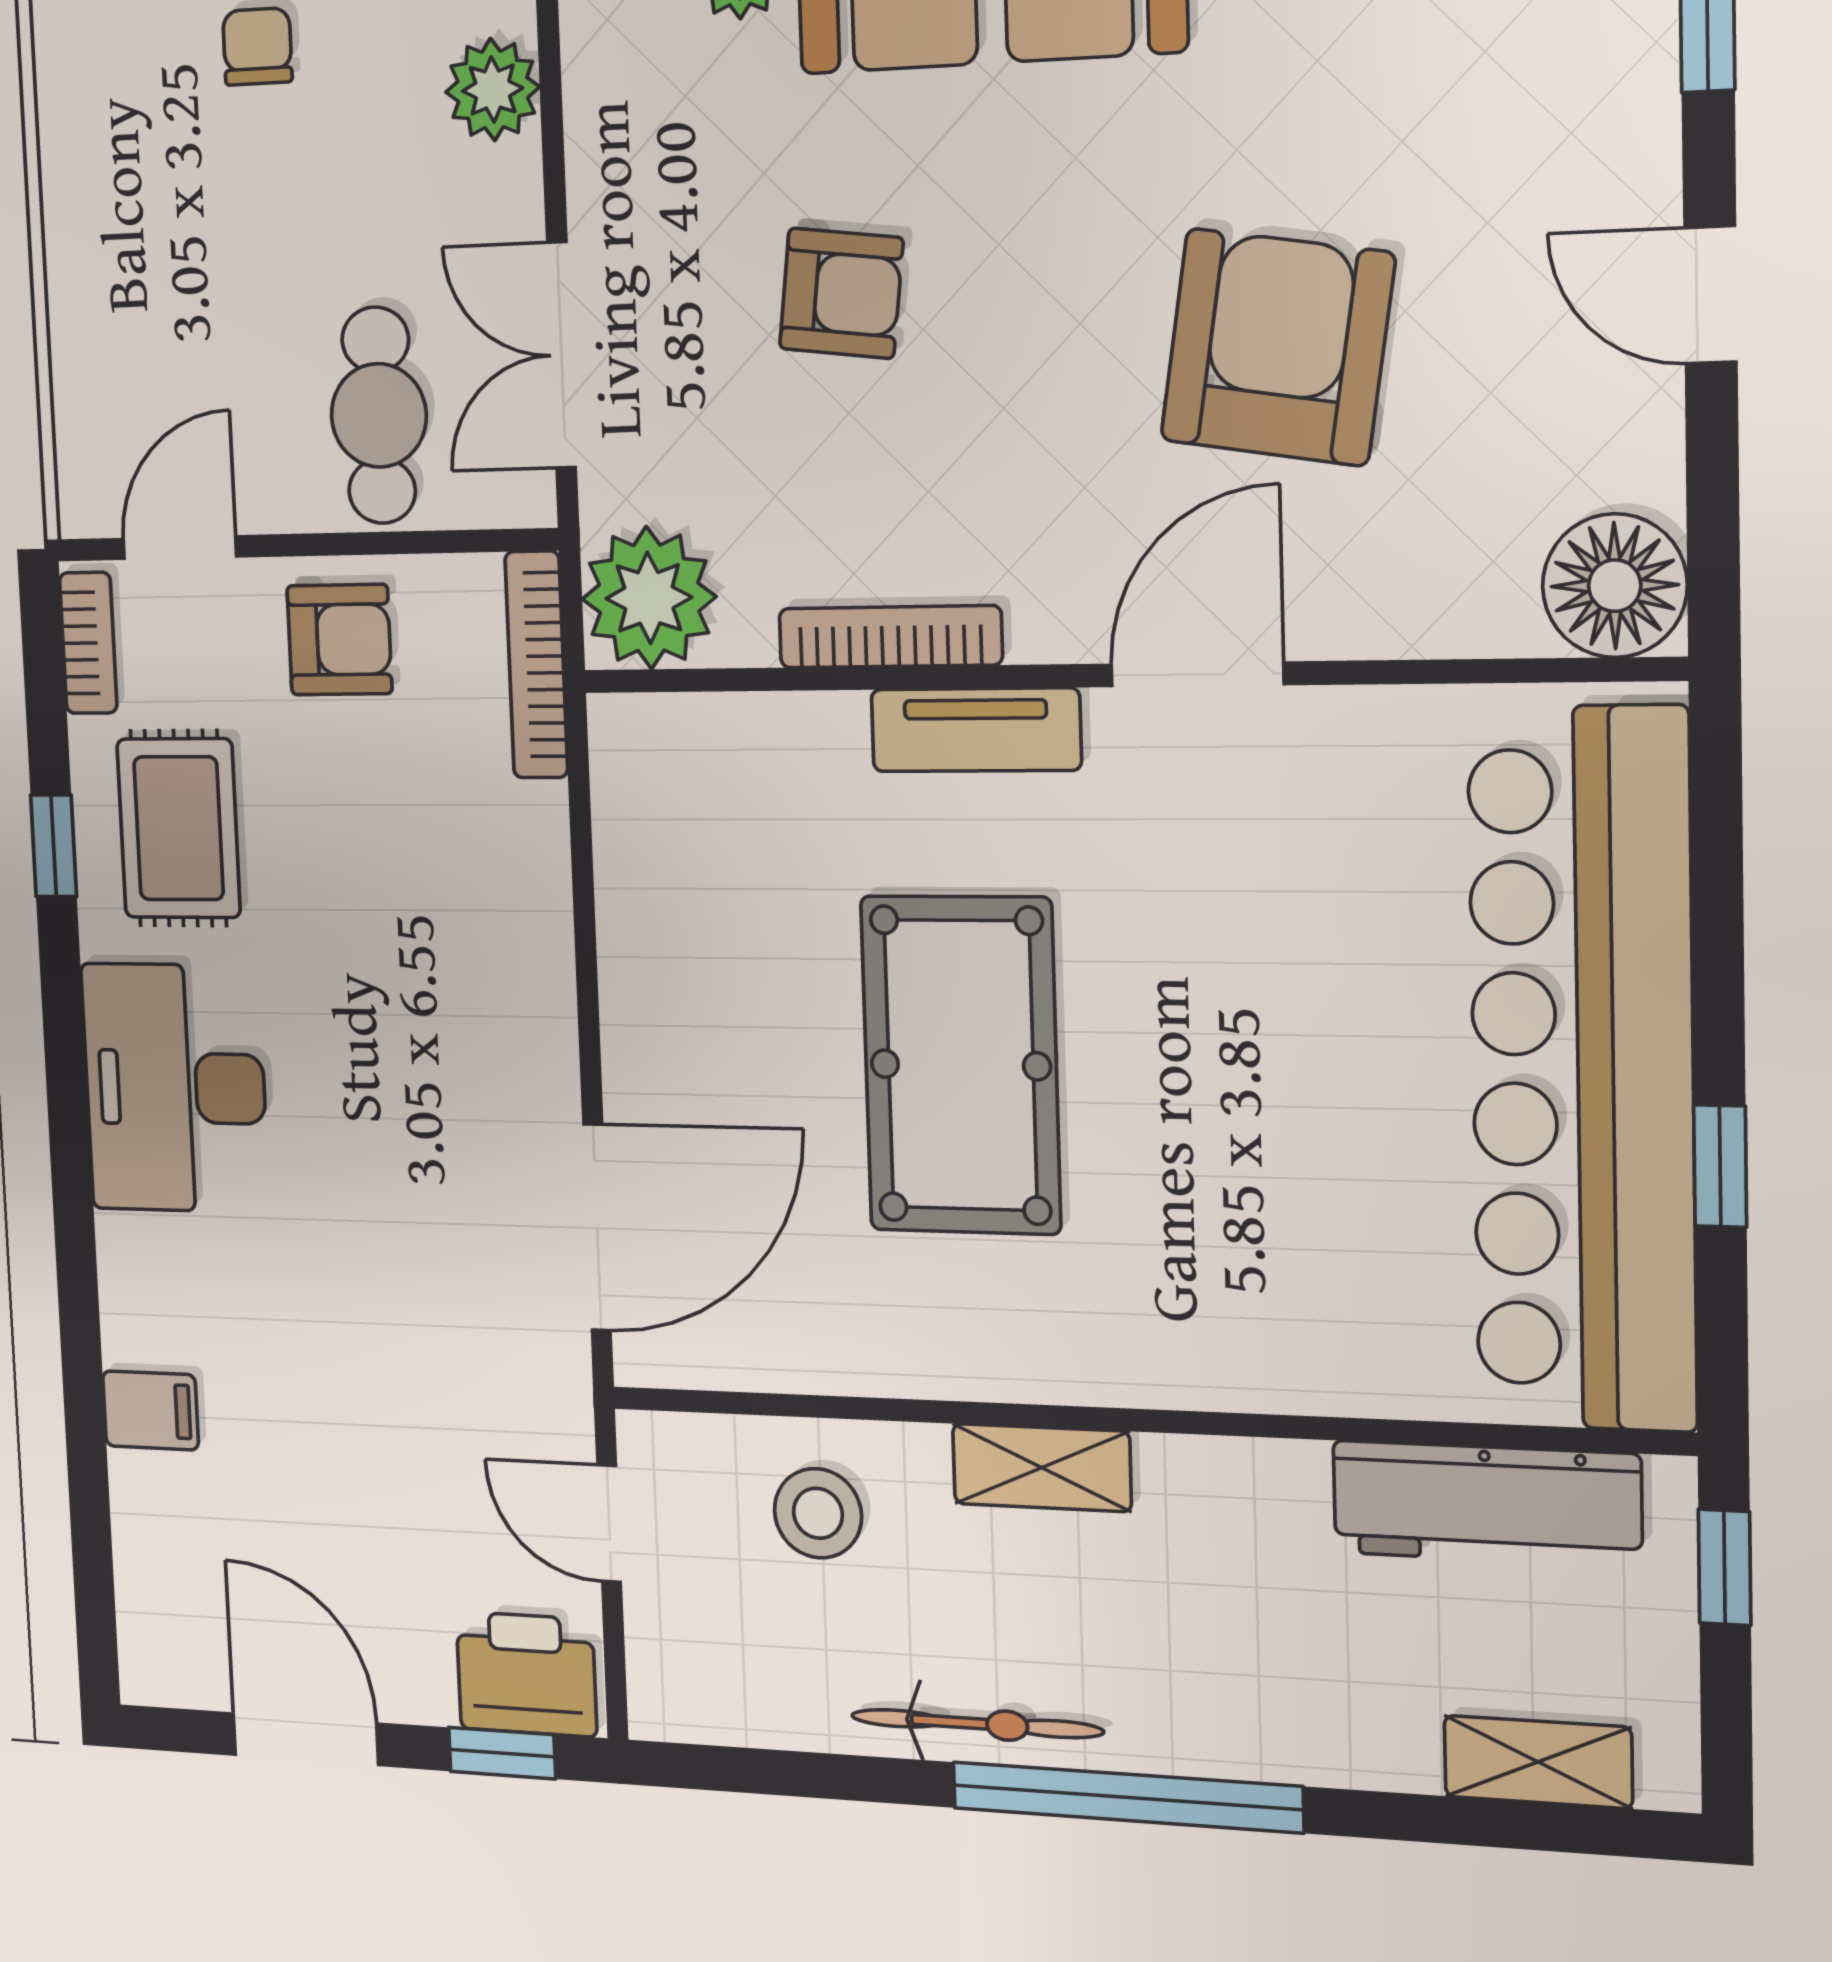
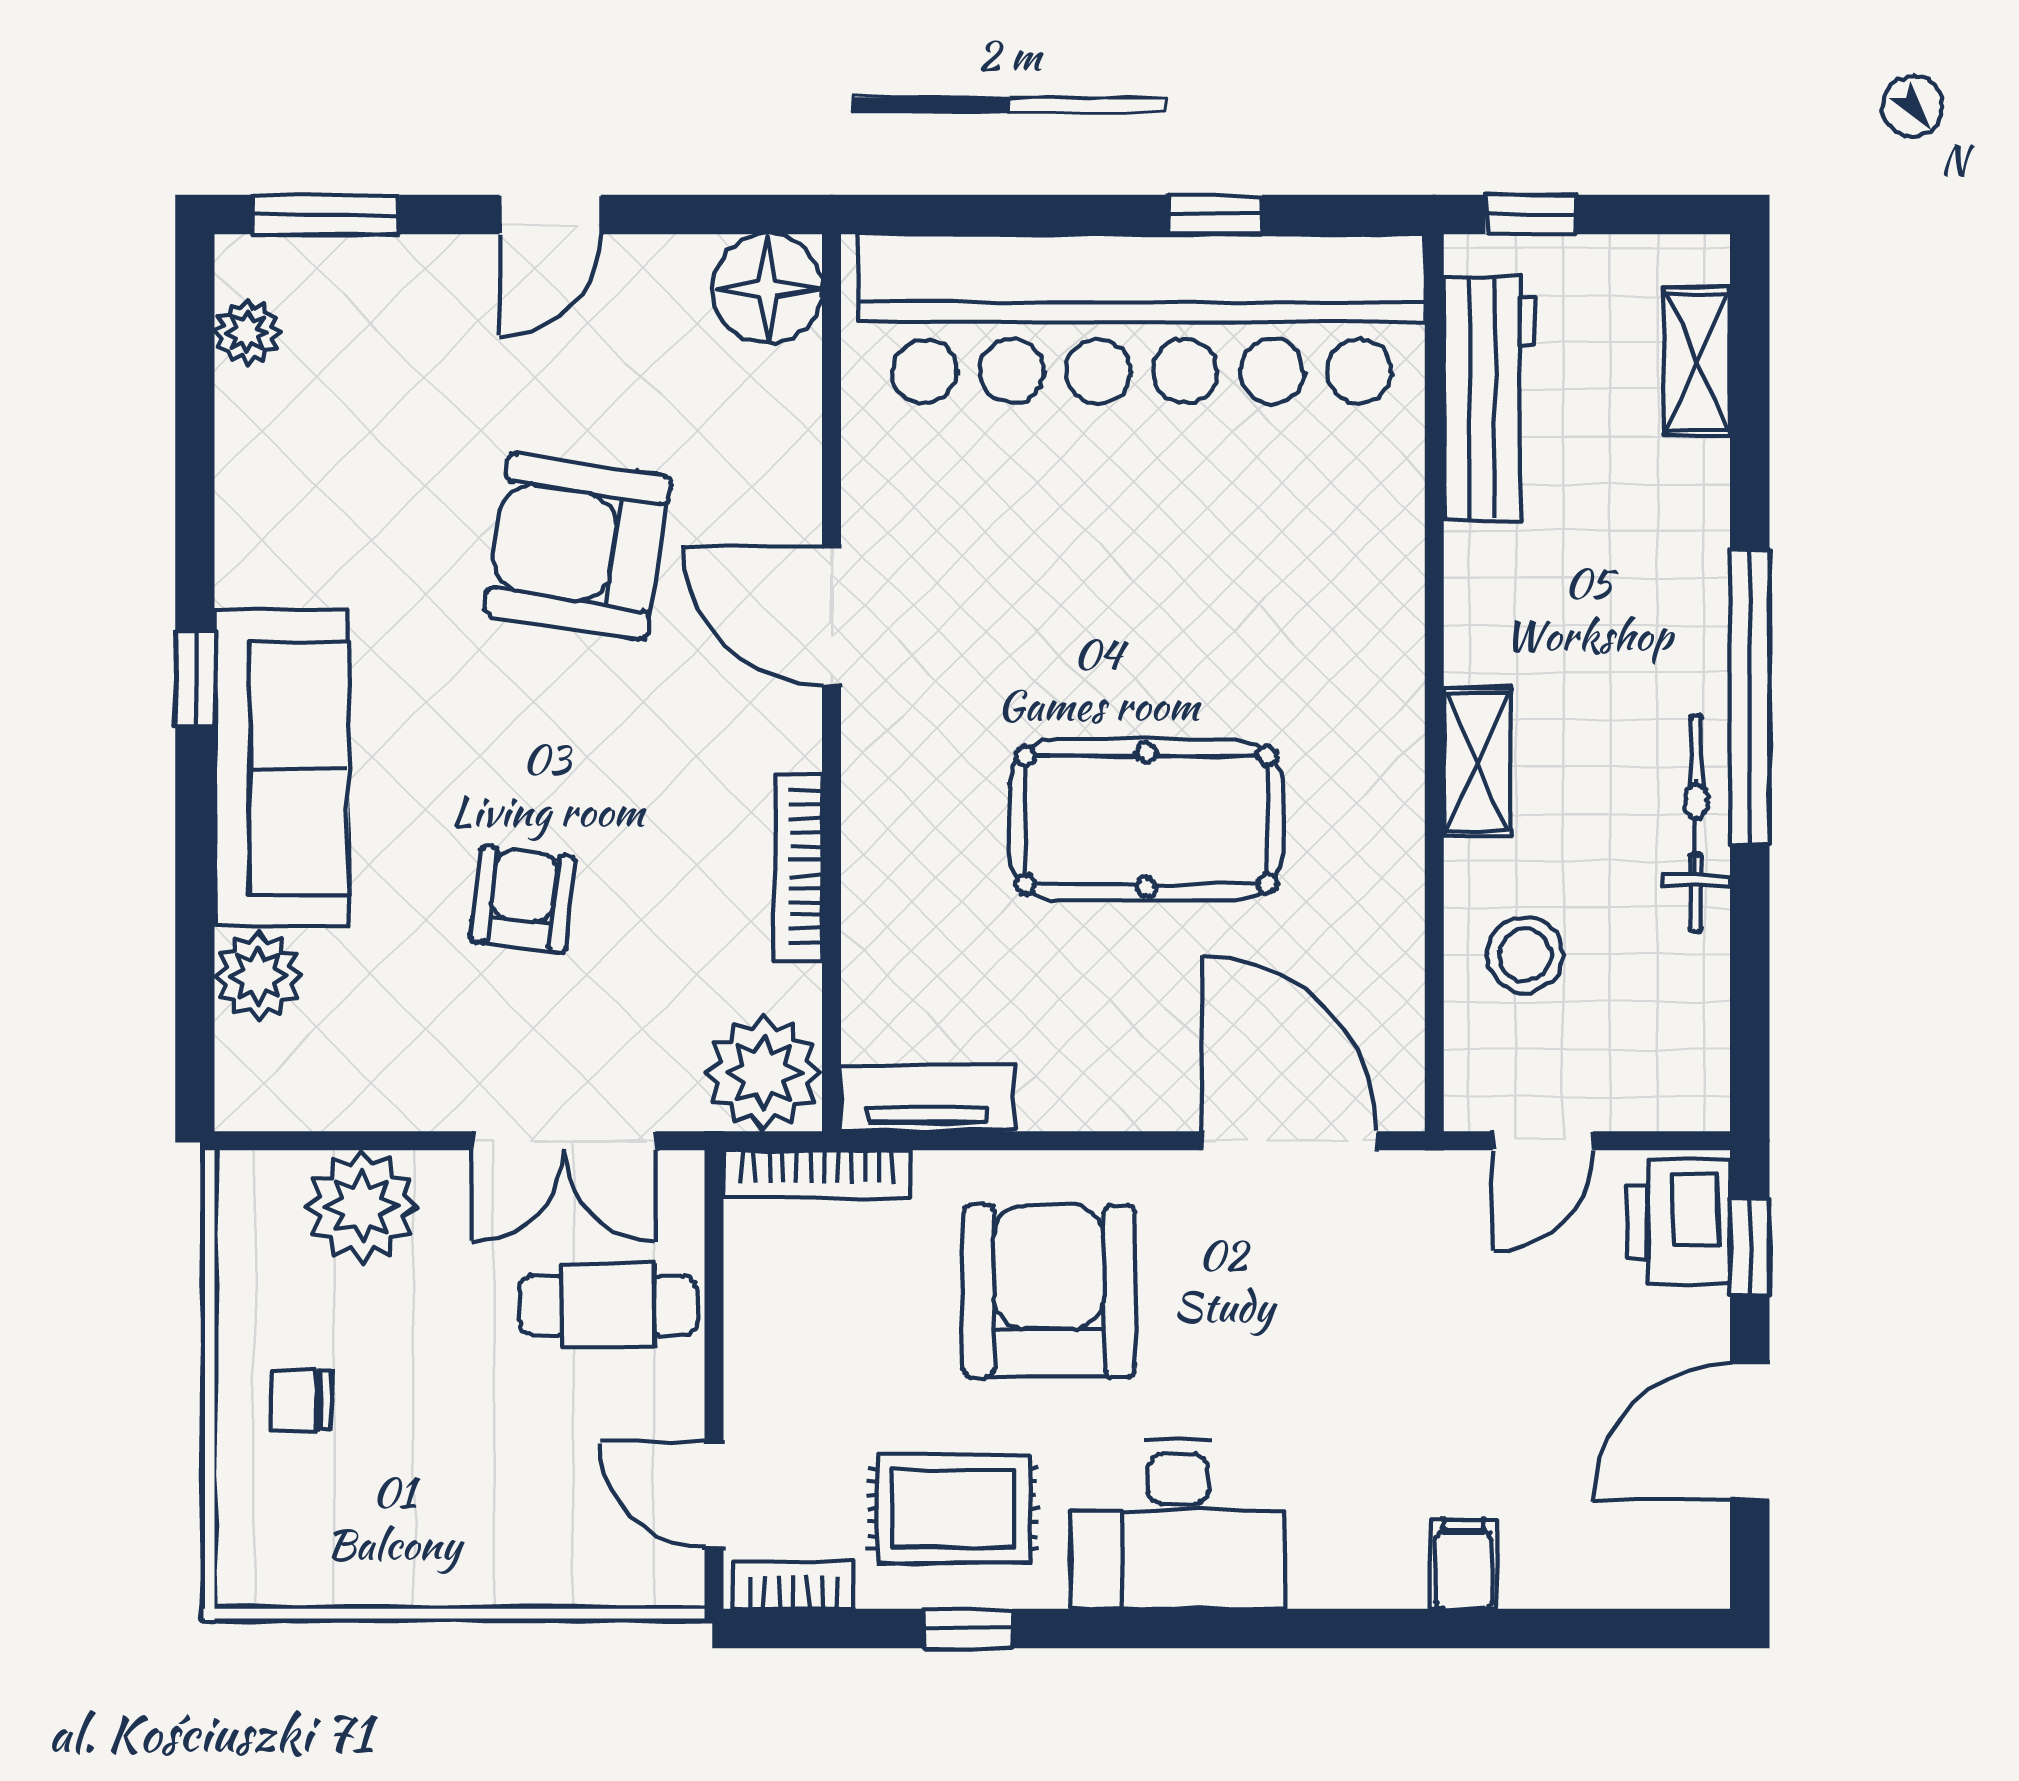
plant: (493, 90) -> (362, 1206), width x1.36, depth x1.36
armchair: (339, 640) -> (1049, 1291), moved, width x1.88, depth x1.88
tv unit: (976, 730) -> (927, 1098), moved, turned -90

